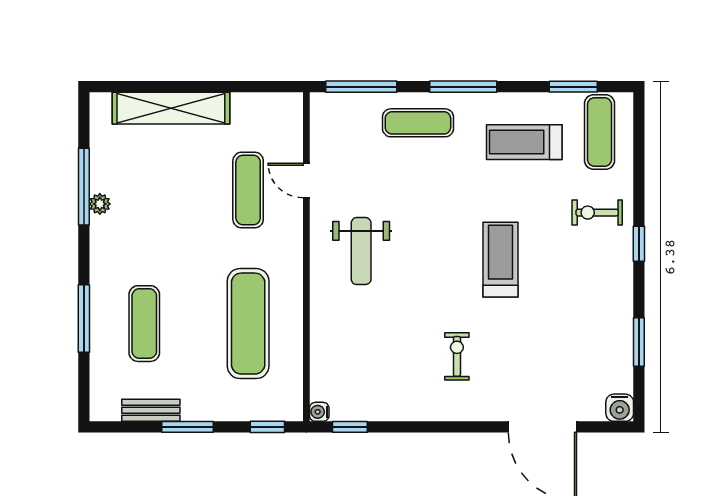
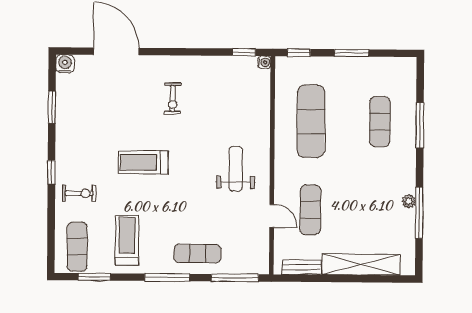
treadmill: (524, 142) -> (127, 240), turned -90
treadmill: (501, 260) -> (143, 162), turned 90
bench: (151, 410) -> (301, 267), moved

